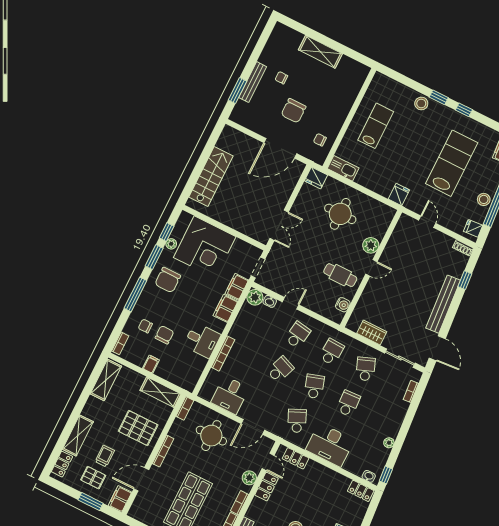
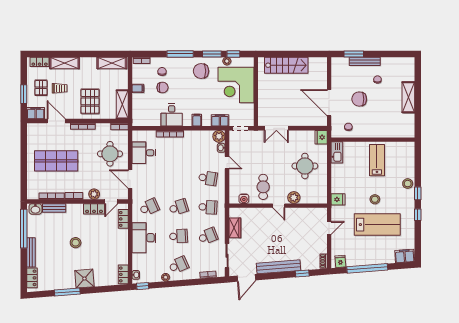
lab bench: (376, 126) -> (377, 160), turned -90
stool: (484, 199) -> (375, 199), moved
filing cabinet: (225, 308) -> (197, 120), width x0.50
school desk: (280, 369) -> (179, 265), moved, turned -45

